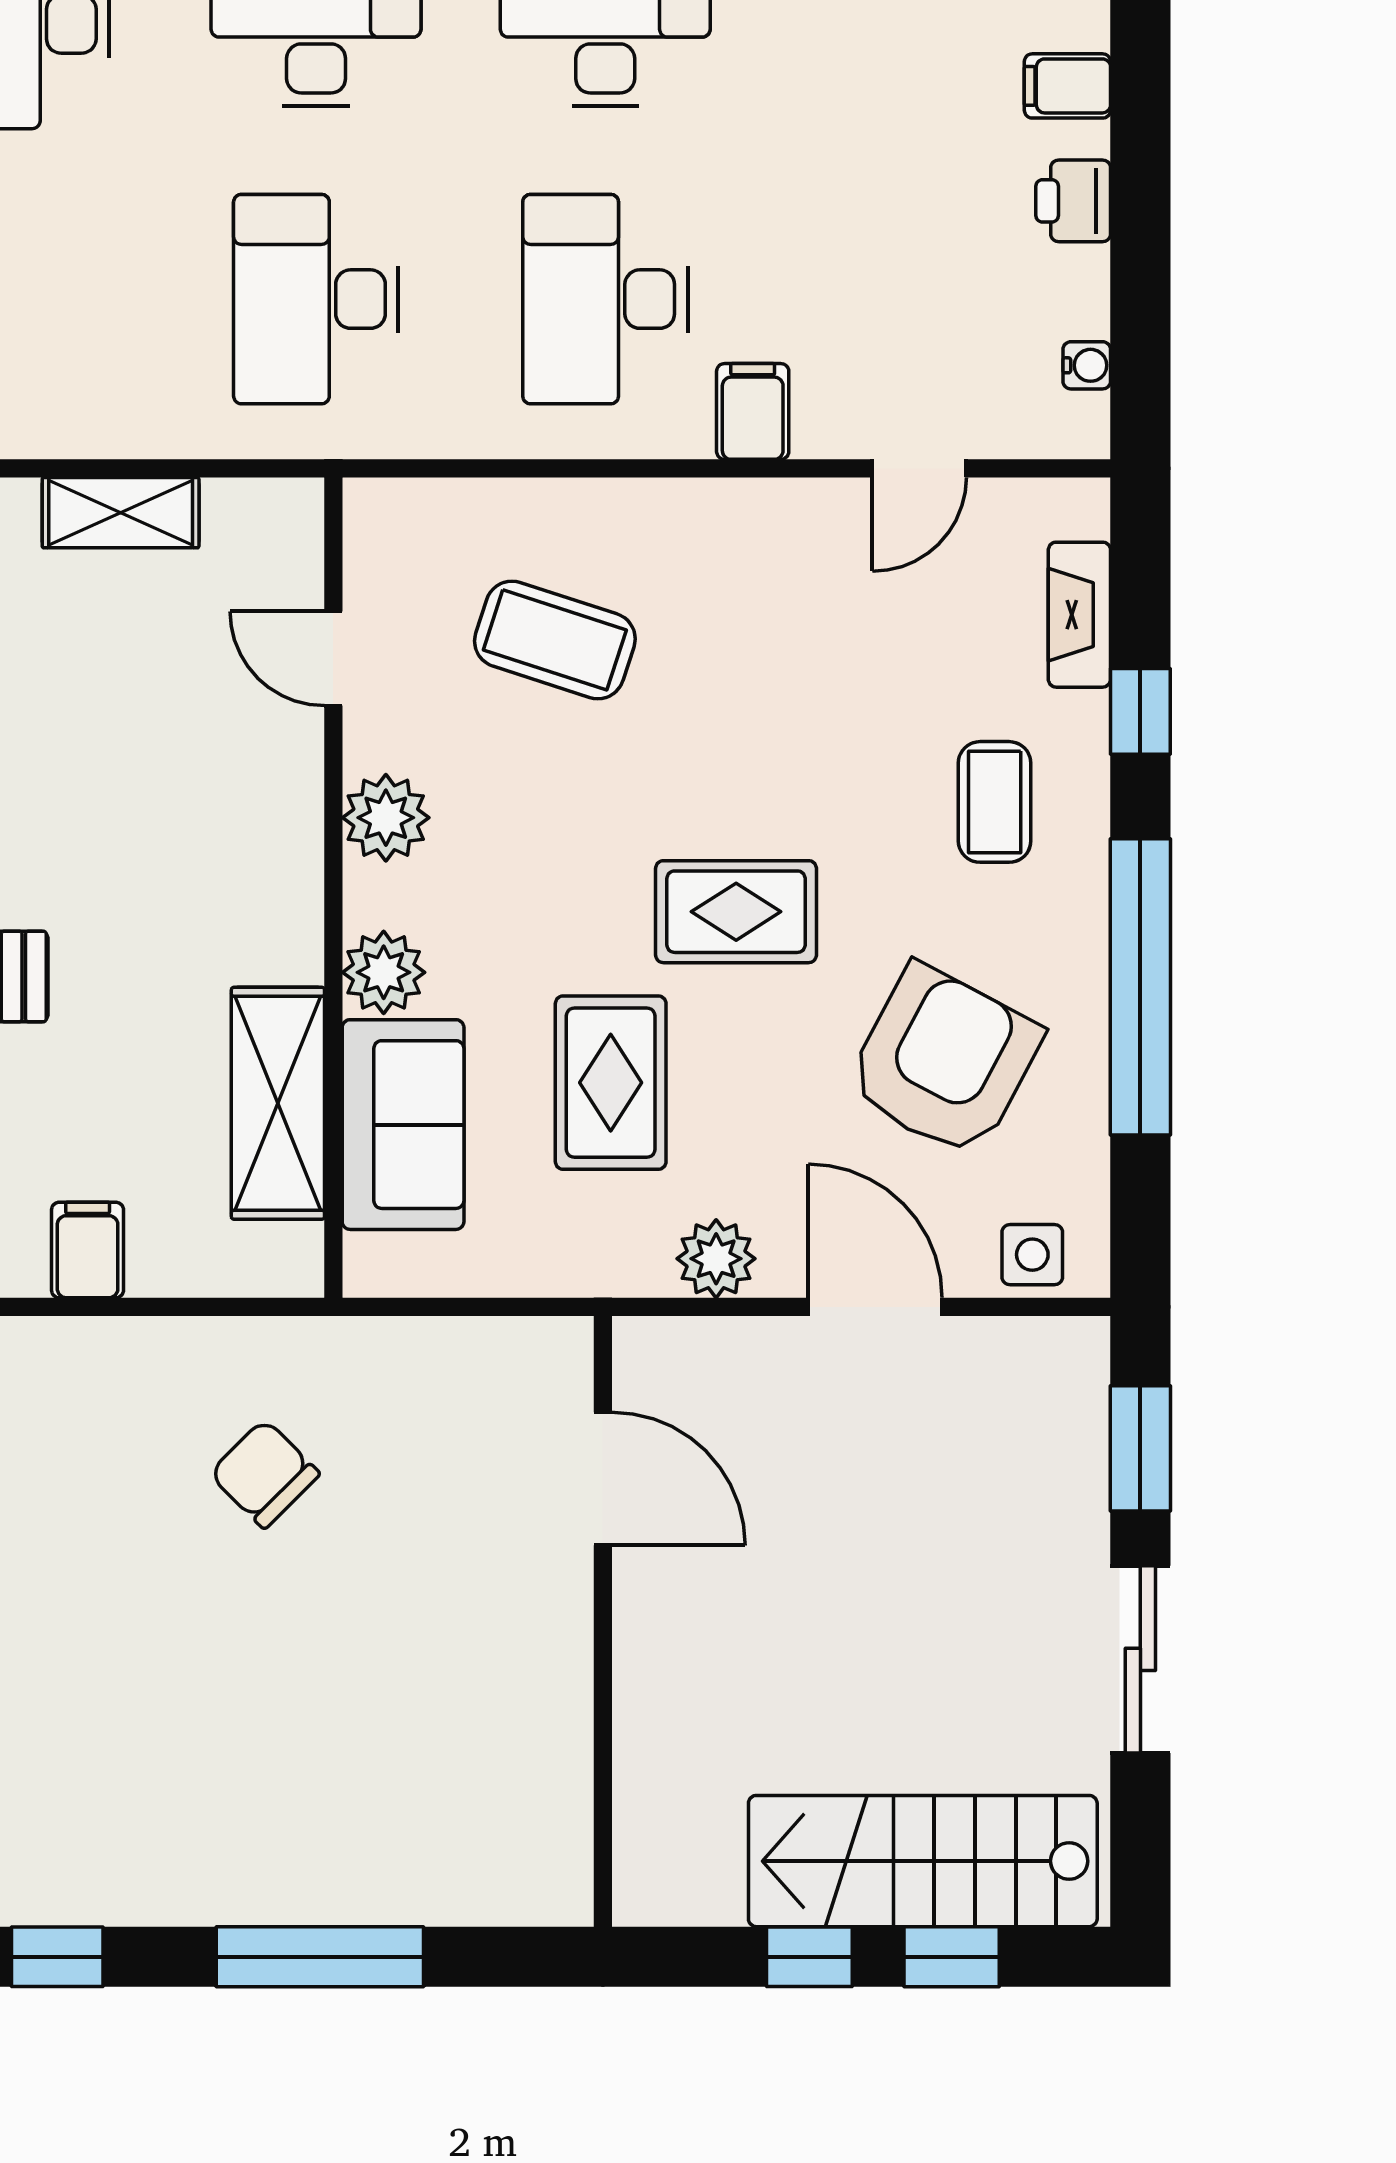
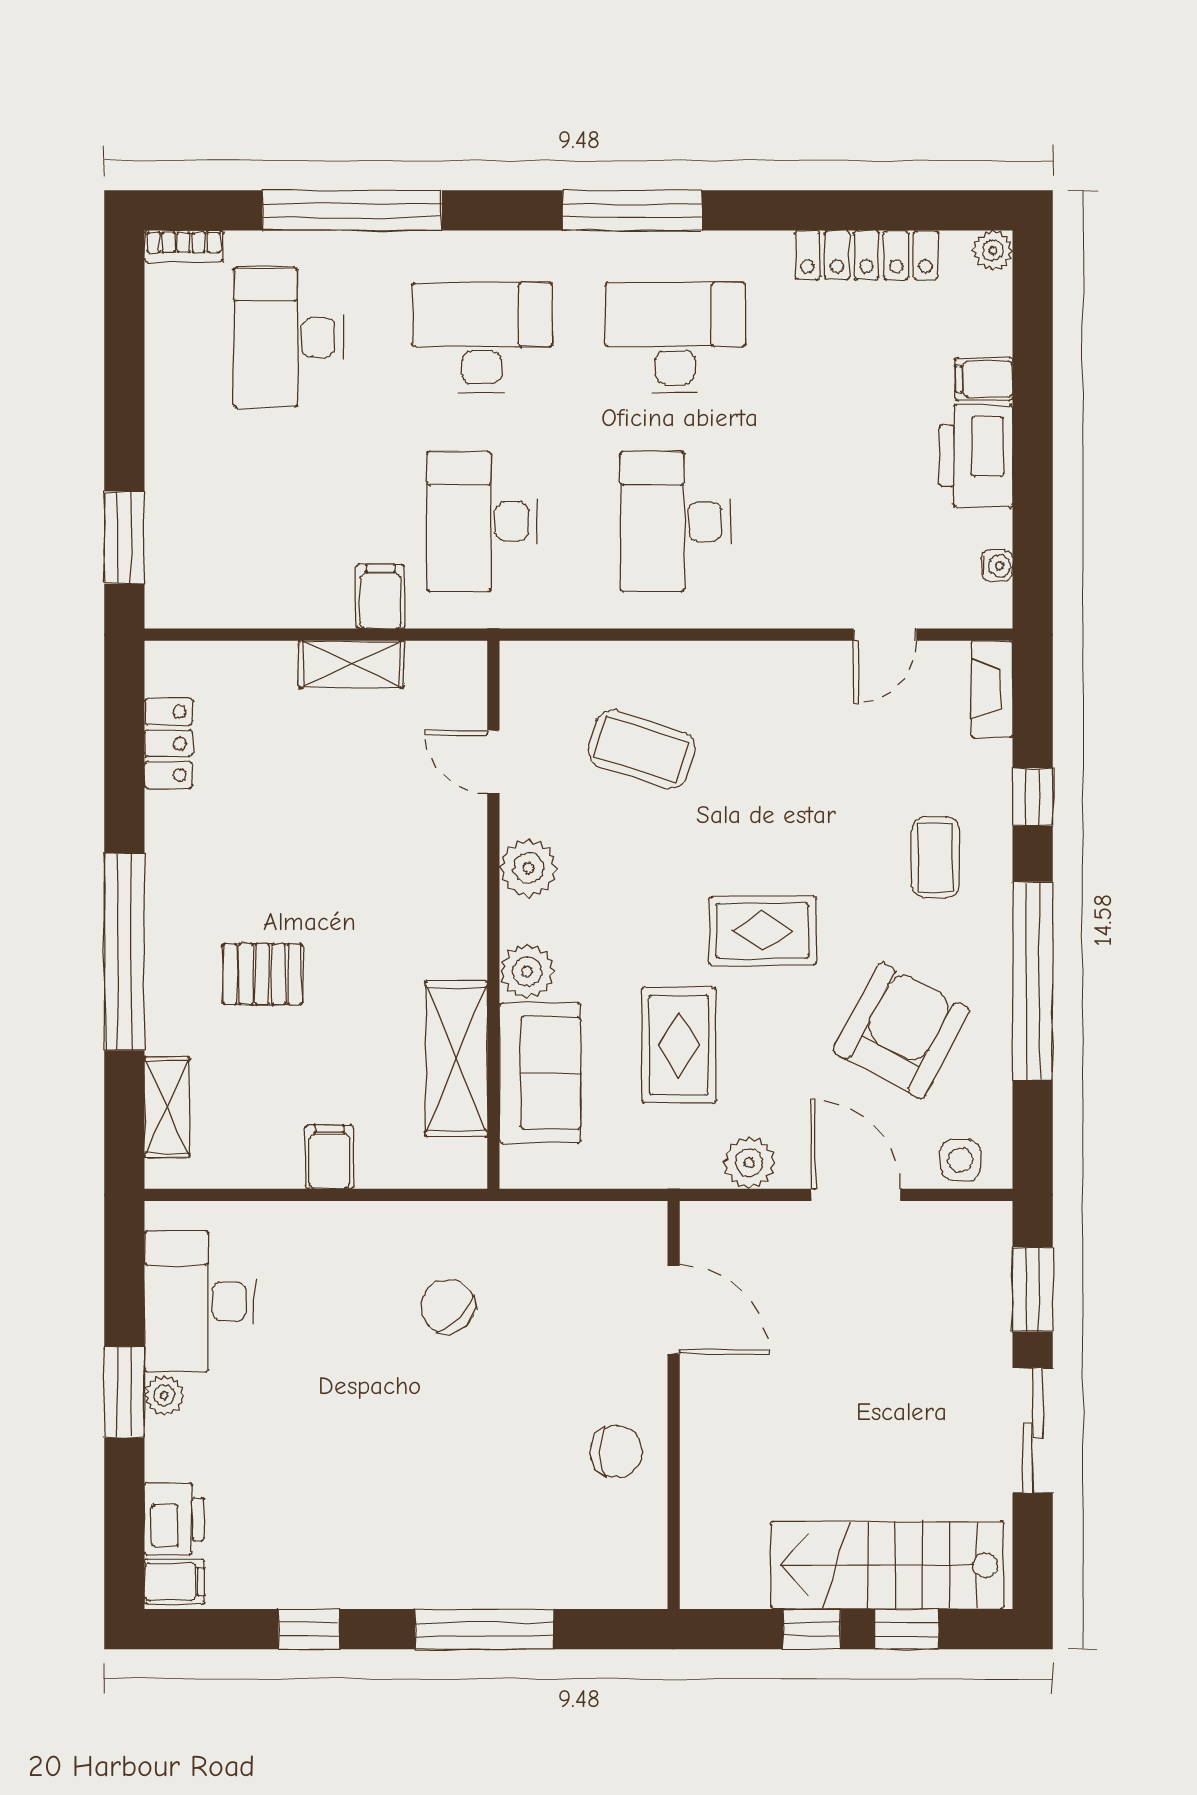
printer: (1073, 201) -> (976, 456), width x1.87, depth x1.48
filing cabinet: (753, 411) -> (380, 597), moved
fireplace: (1079, 615) -> (992, 689), moved
chair: (517, 1691) -> (616, 1452), added

